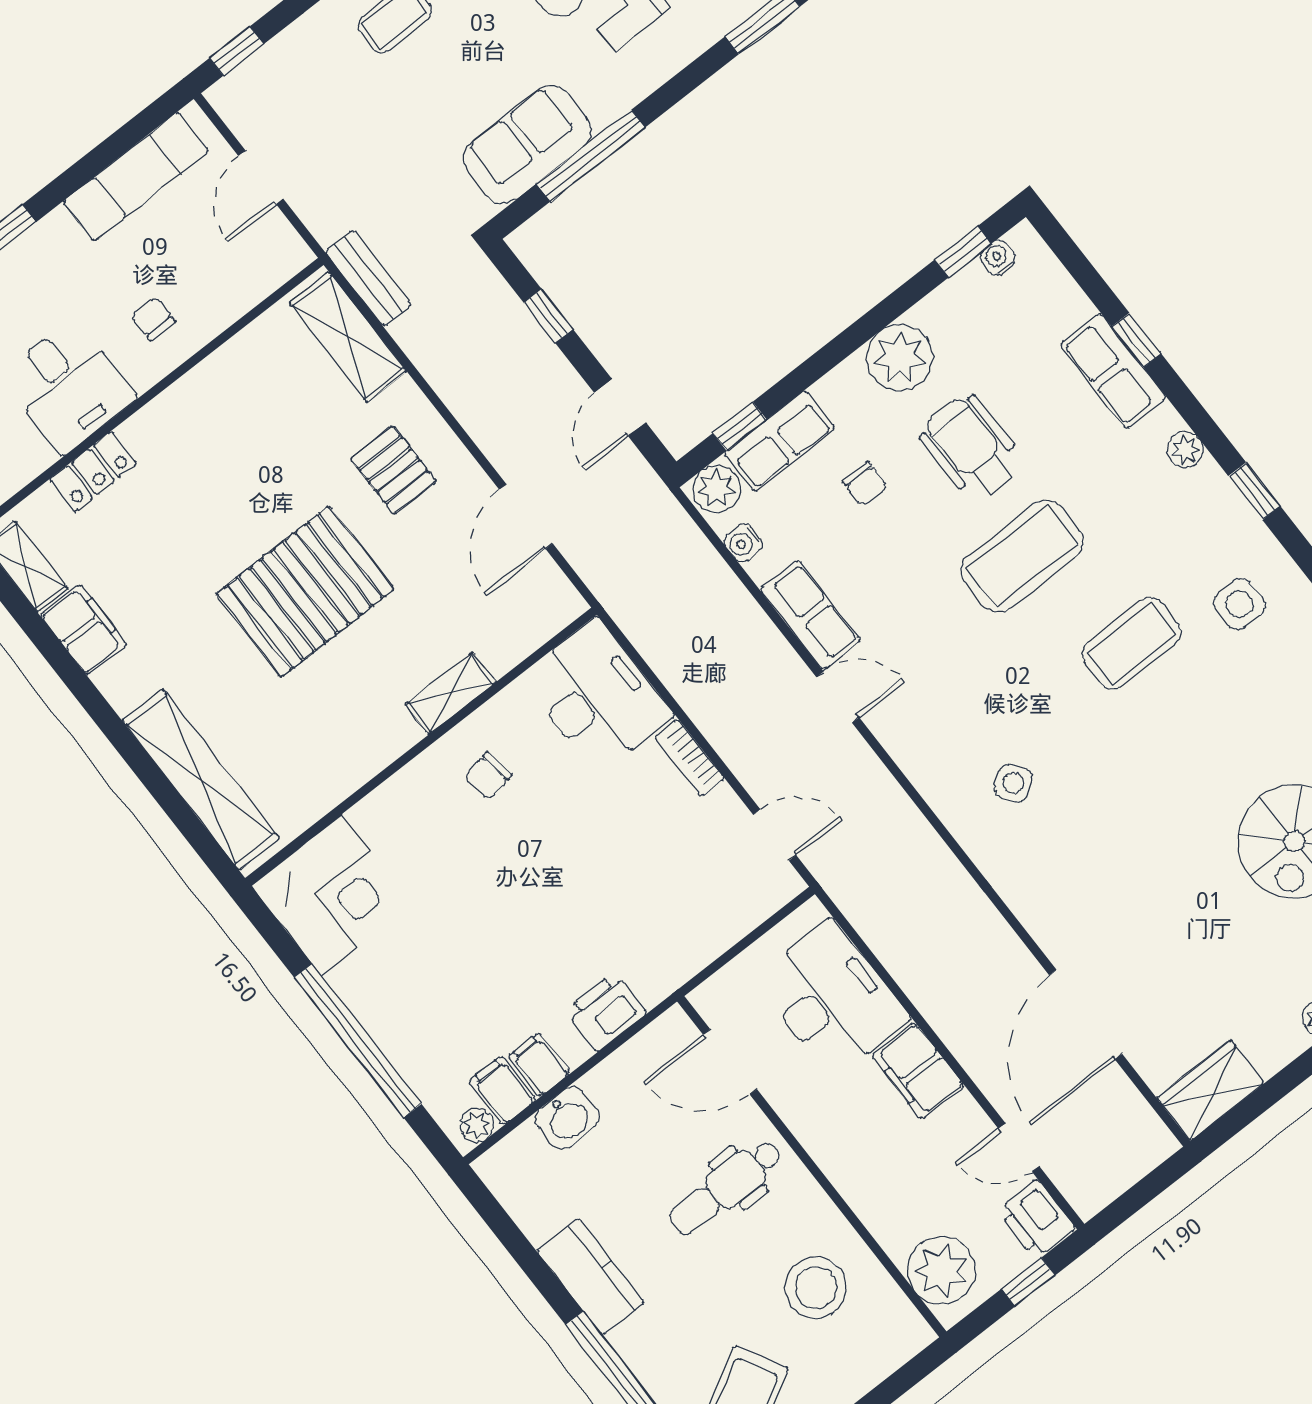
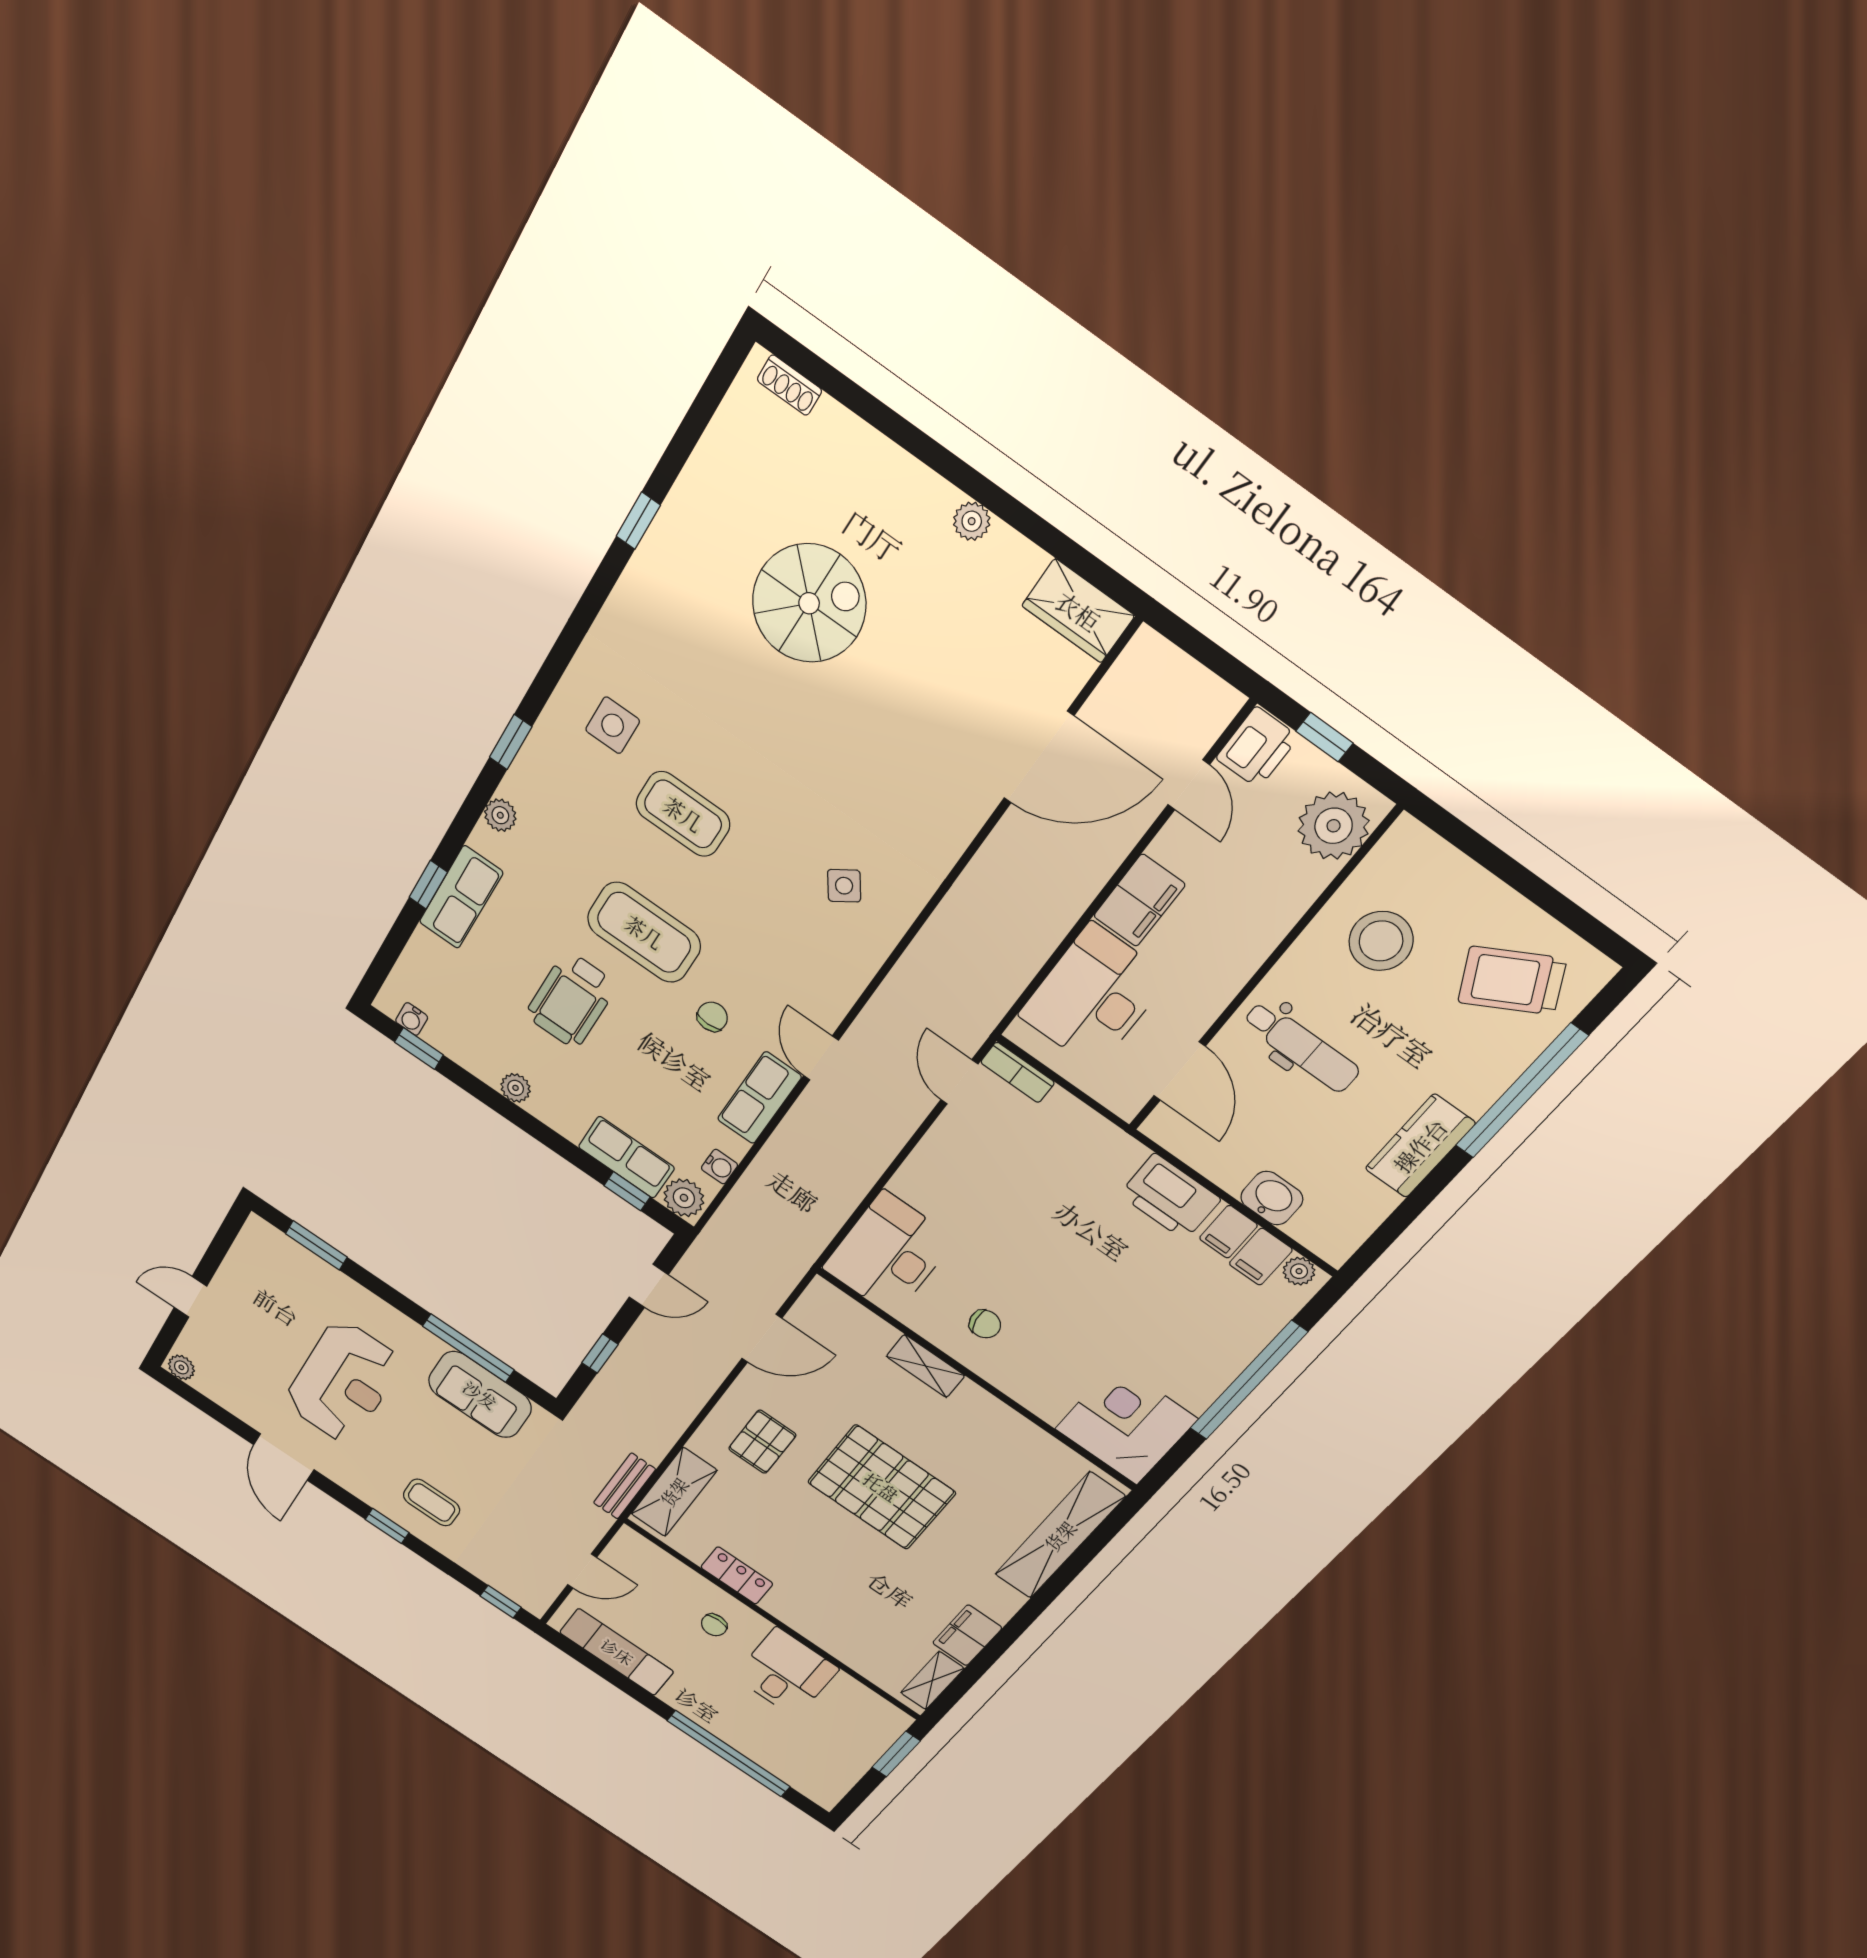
plant: (900, 357) -> (516, 1088), width x0.53, depth x0.53
locker: (93, 472) -> (737, 1575), moved
chair: (865, 484) -> (712, 1017), moved
bookcase: (689, 758) -> (1018, 1072), moved, turned 90
printer: (606, 1012) -> (1170, 1197), width x1.37, depth x1.19

